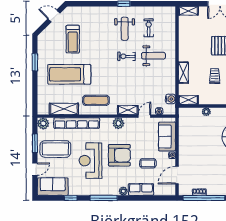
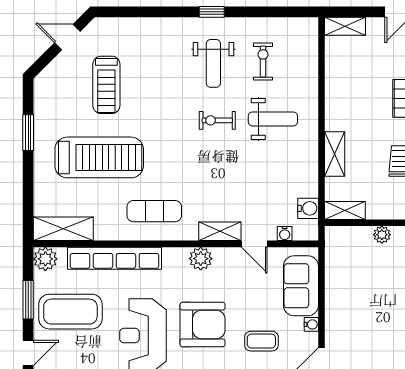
treadmill: (69, 74) -> (99, 157), turned 180
shelving: (64, 109) -> (63, 229), moved
door: (144, 116) -> (254, 244), swing flipped

